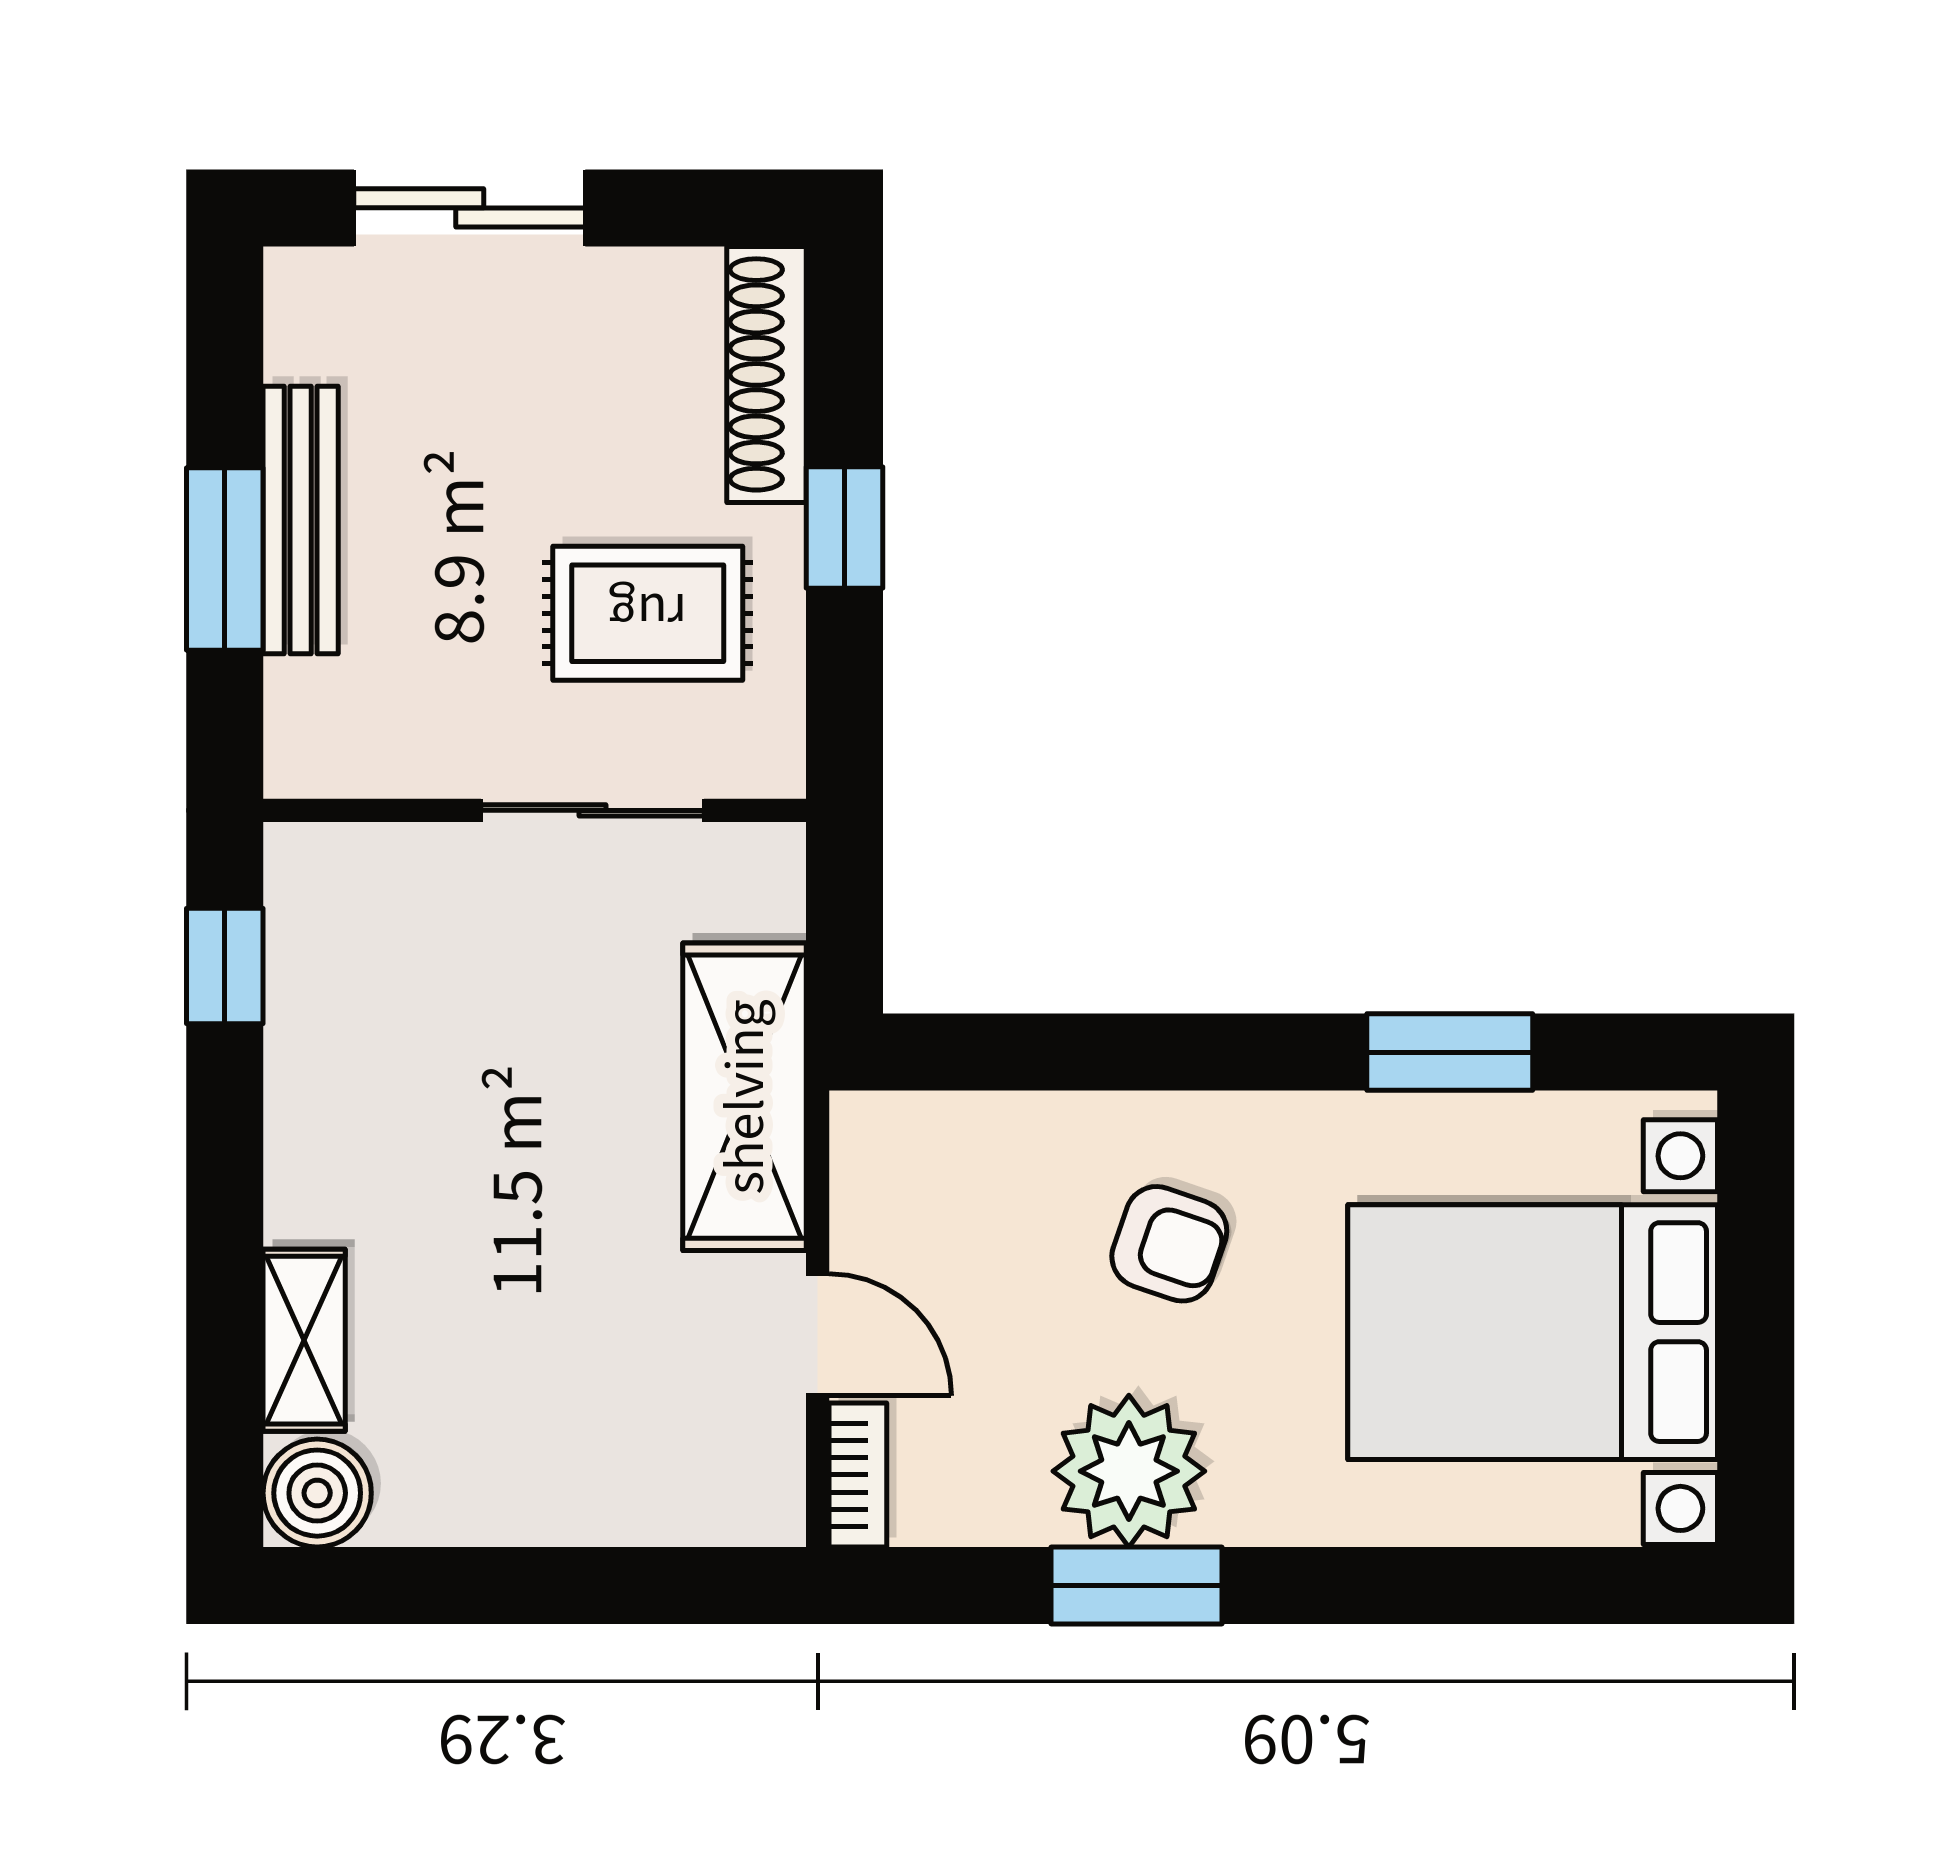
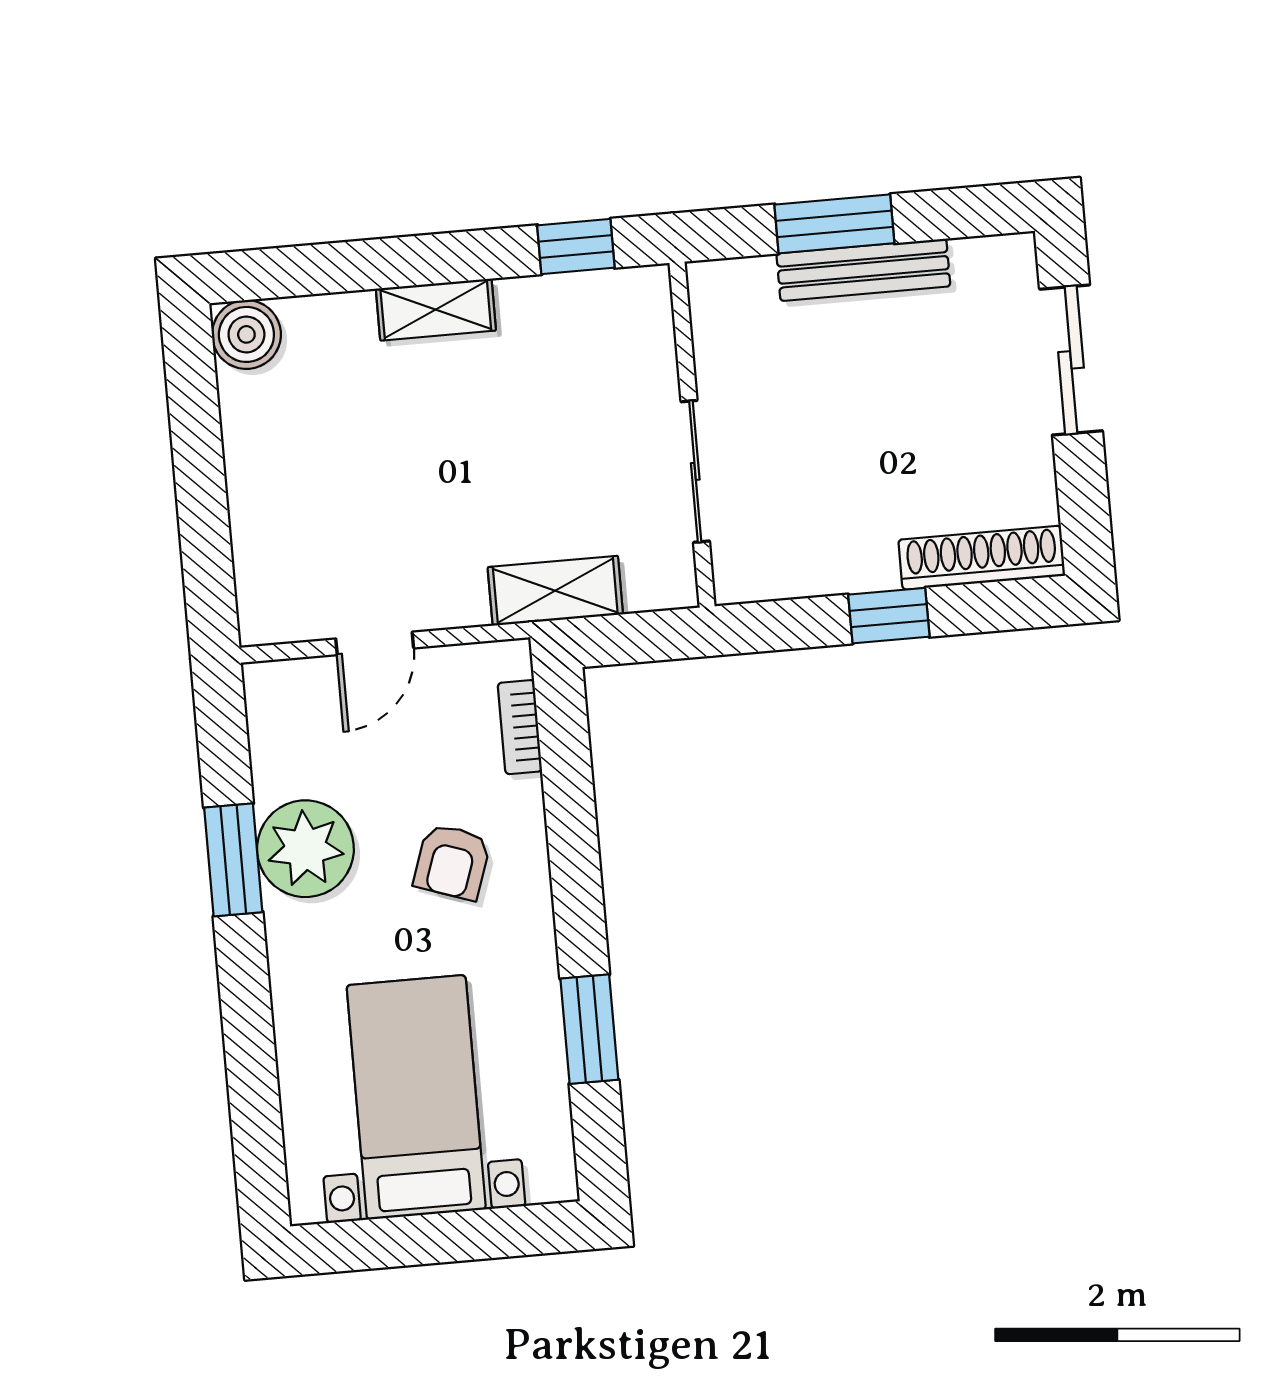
rug: (648, 613) -> (823, 496), removed
shelving: (744, 1097) -> (555, 591), width x0.67, depth x0.75
bed with nightstands: (1533, 1332) -> (416, 1097), width x0.73
shelving: (304, 1340) -> (436, 310), moved
bookcase: (858, 1475) -> (520, 727), moved, turned 90

